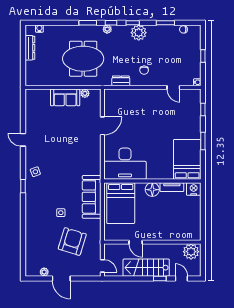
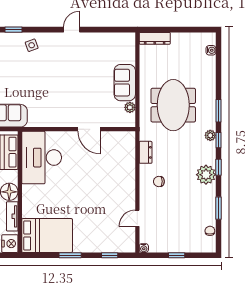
dresser: (30, 48) -> (155, 38), moved

